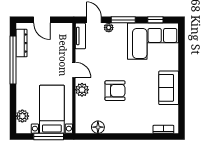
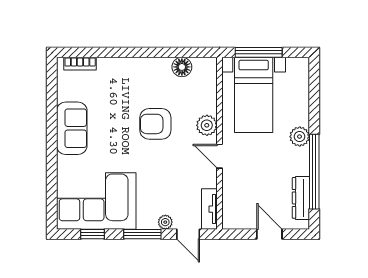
plant: (22, 116) -> (300, 137), moved

